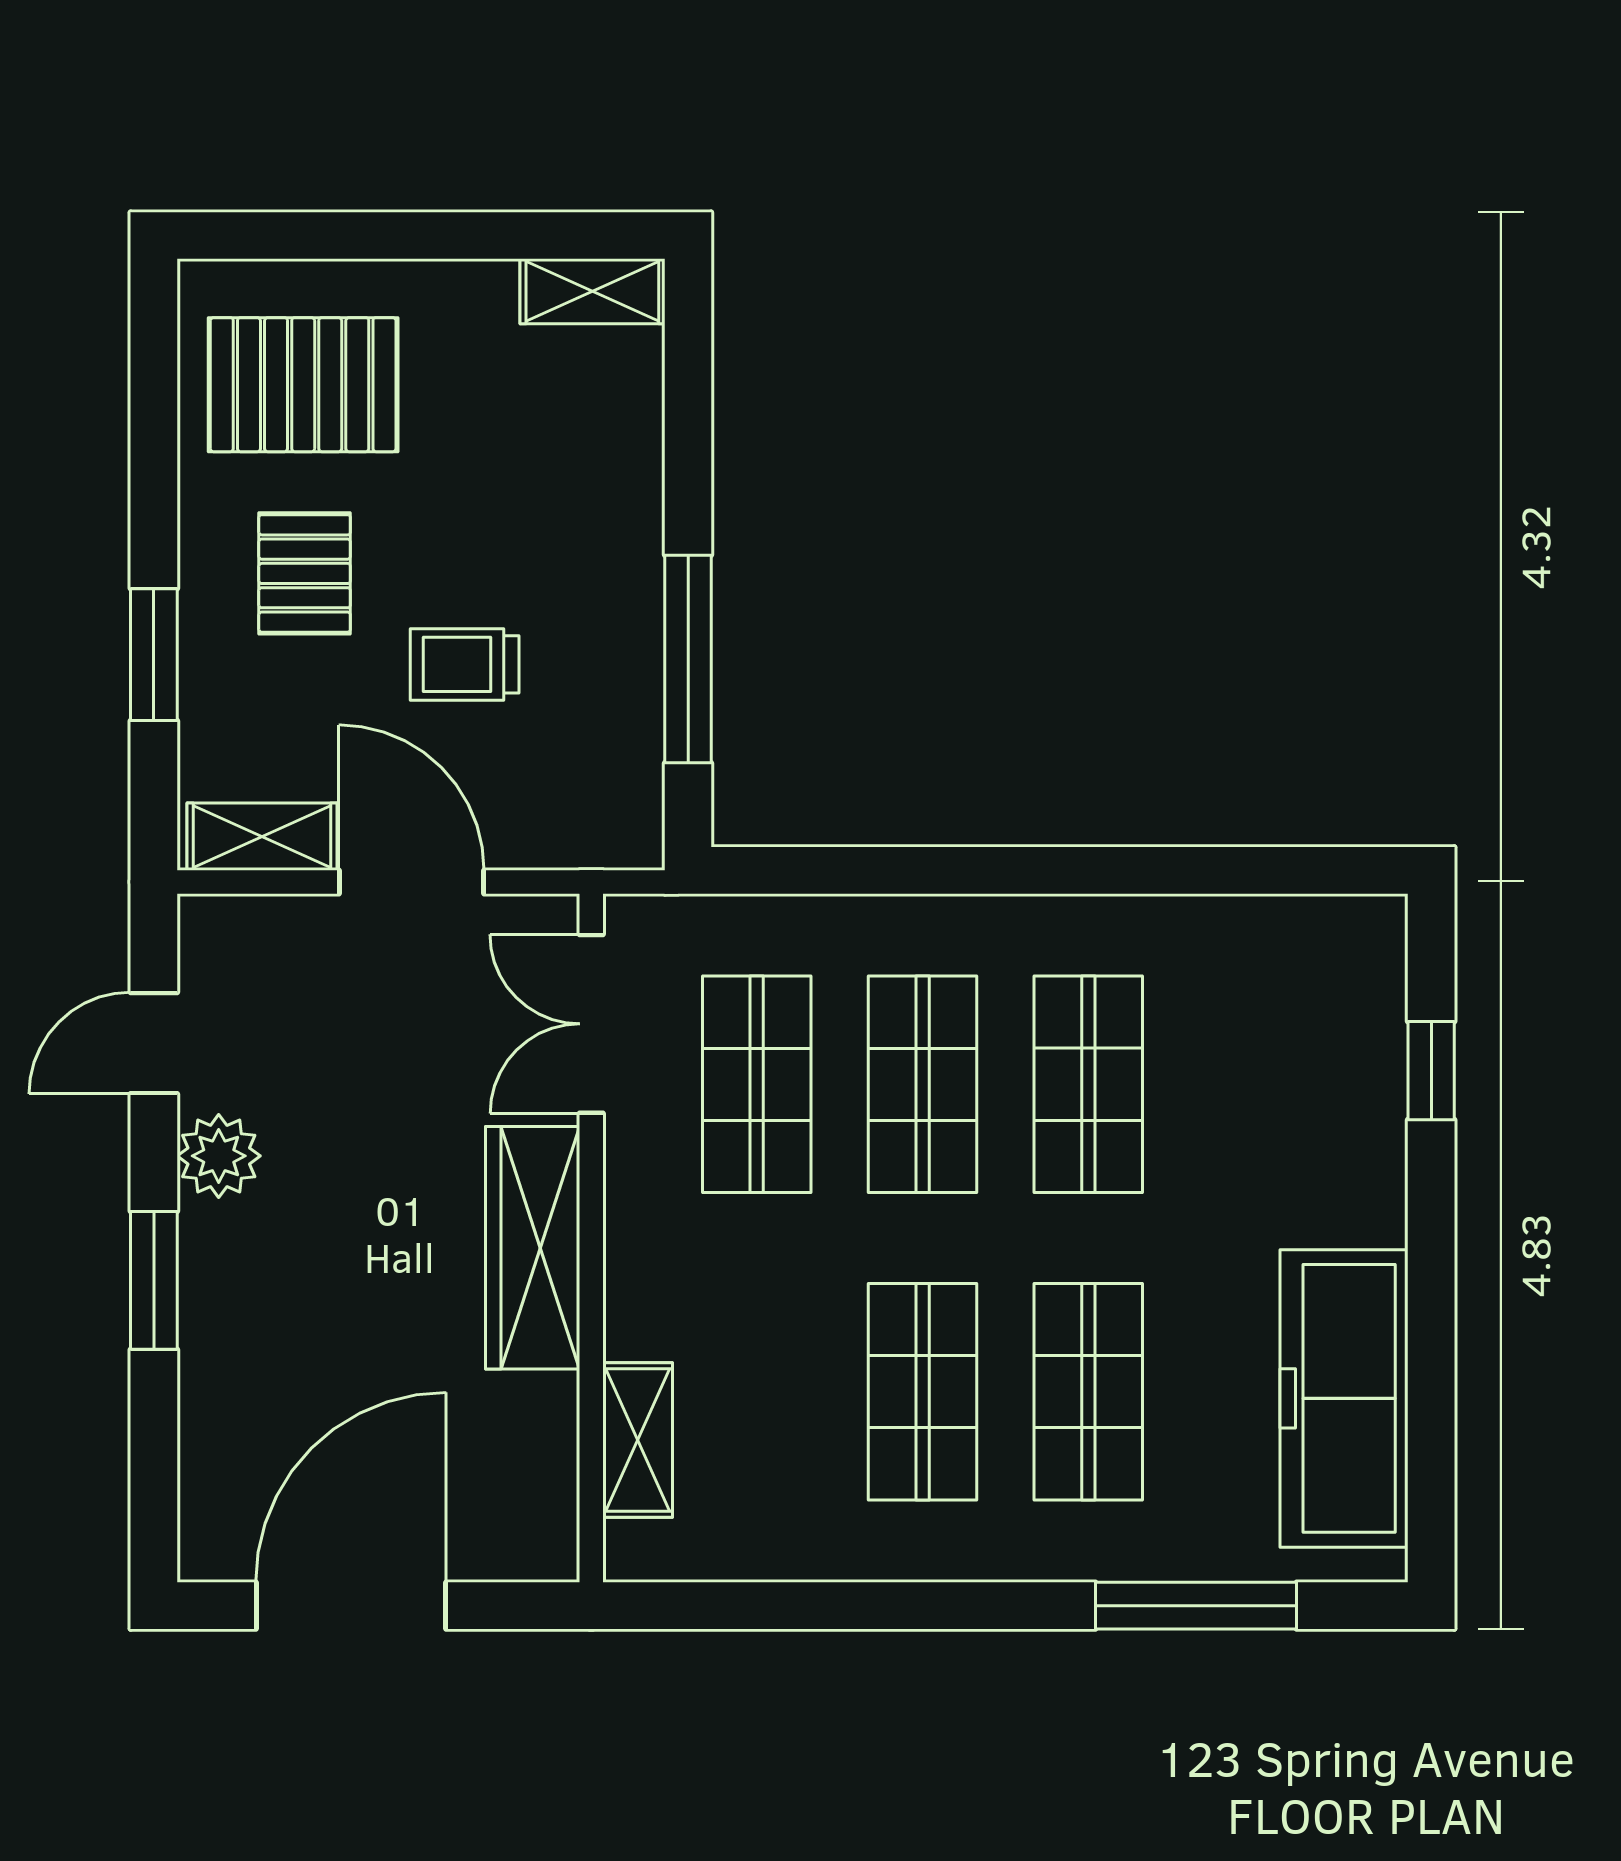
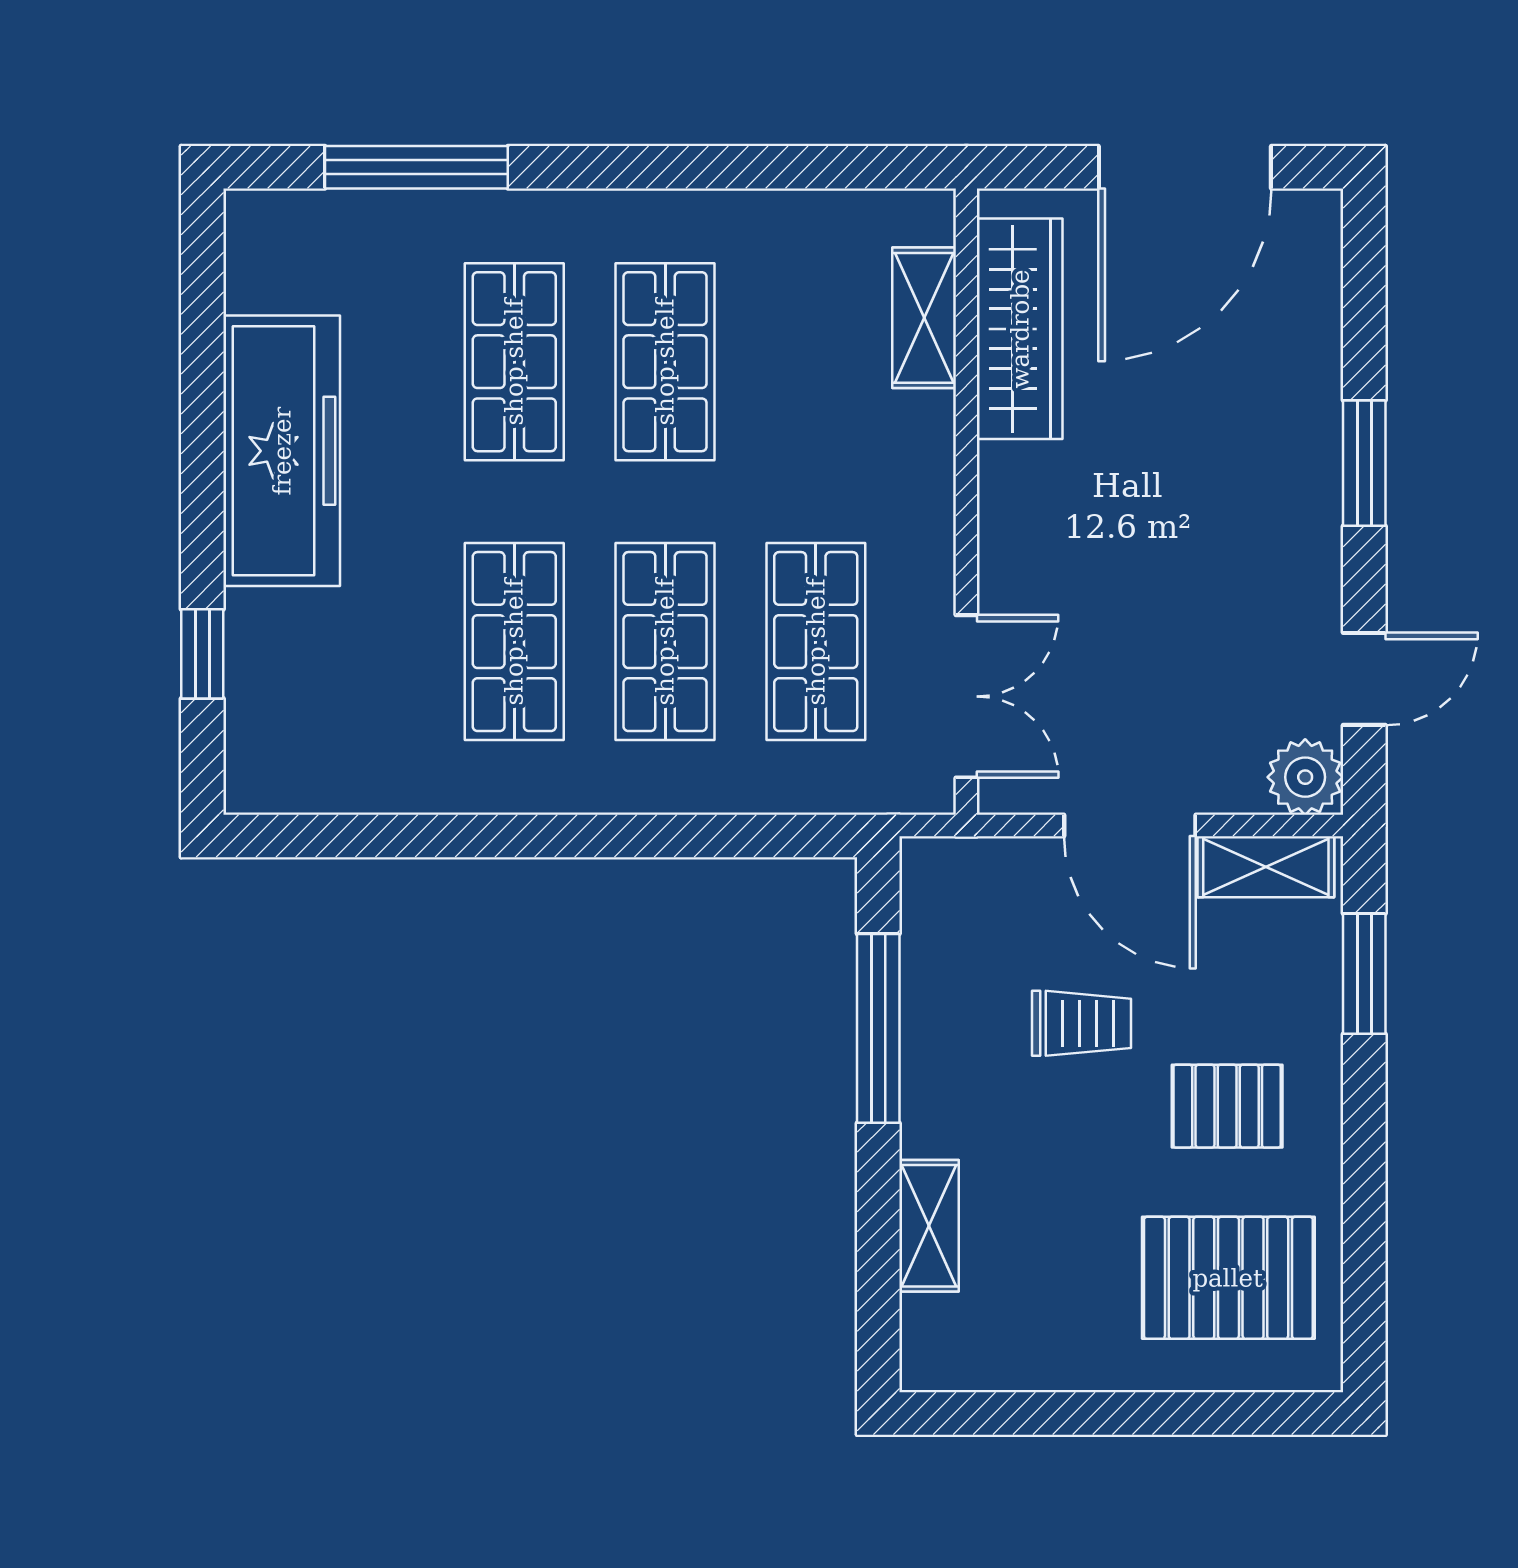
shelving: (592, 291) -> (929, 1226), moved, turned 90
pallet: (305, 573) -> (1227, 1106), turned 90
window: (154, 655) -> (1364, 974), moved
plant: (219, 1156) -> (1305, 777), moved
wardrobe: (533, 1248) -> (1020, 329), moved
freezer: (1344, 1398) -> (282, 451), moved

